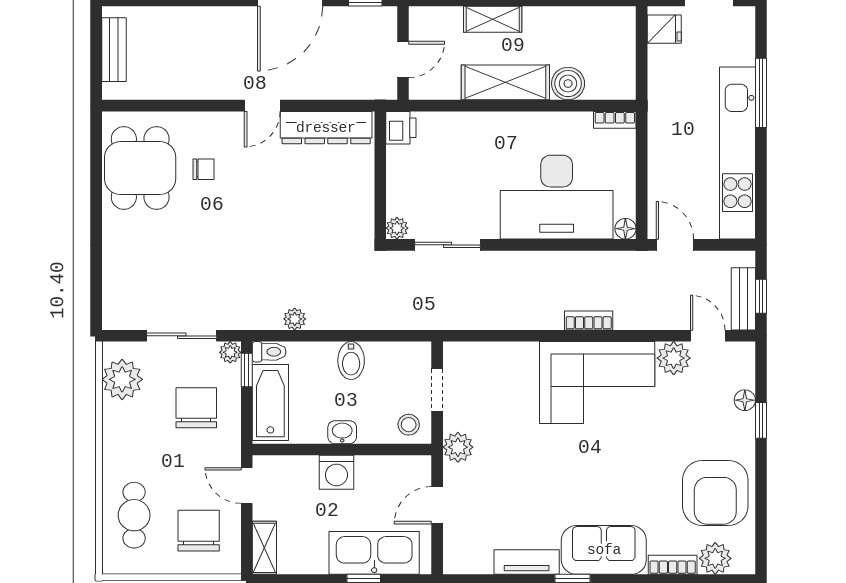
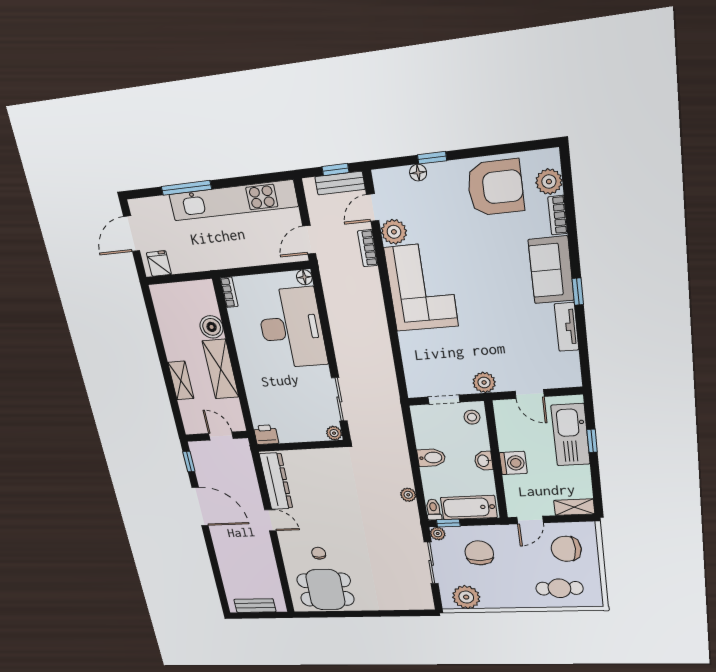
bookcase: (589, 320) -> (368, 248), moved
chair: (196, 408) -> (479, 553), turned 90

